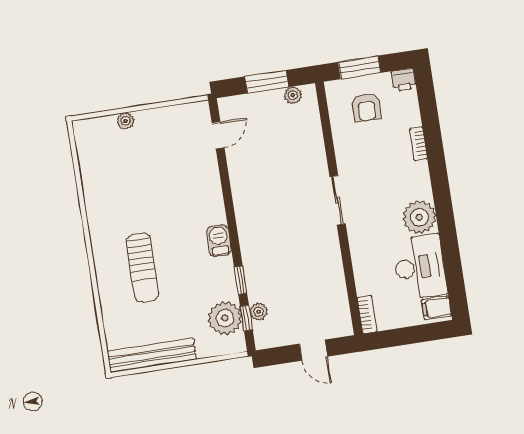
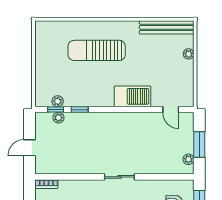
barbecue: (219, 241) -> (133, 96), moved, width x1.88, depth x1.53
sun lounger: (143, 267) -> (97, 50), width x1.36, depth x1.34
plant: (225, 318) -> (58, 101), width x0.53, depth x0.53
bench: (152, 355) -> (167, 27), moved, turned 90

